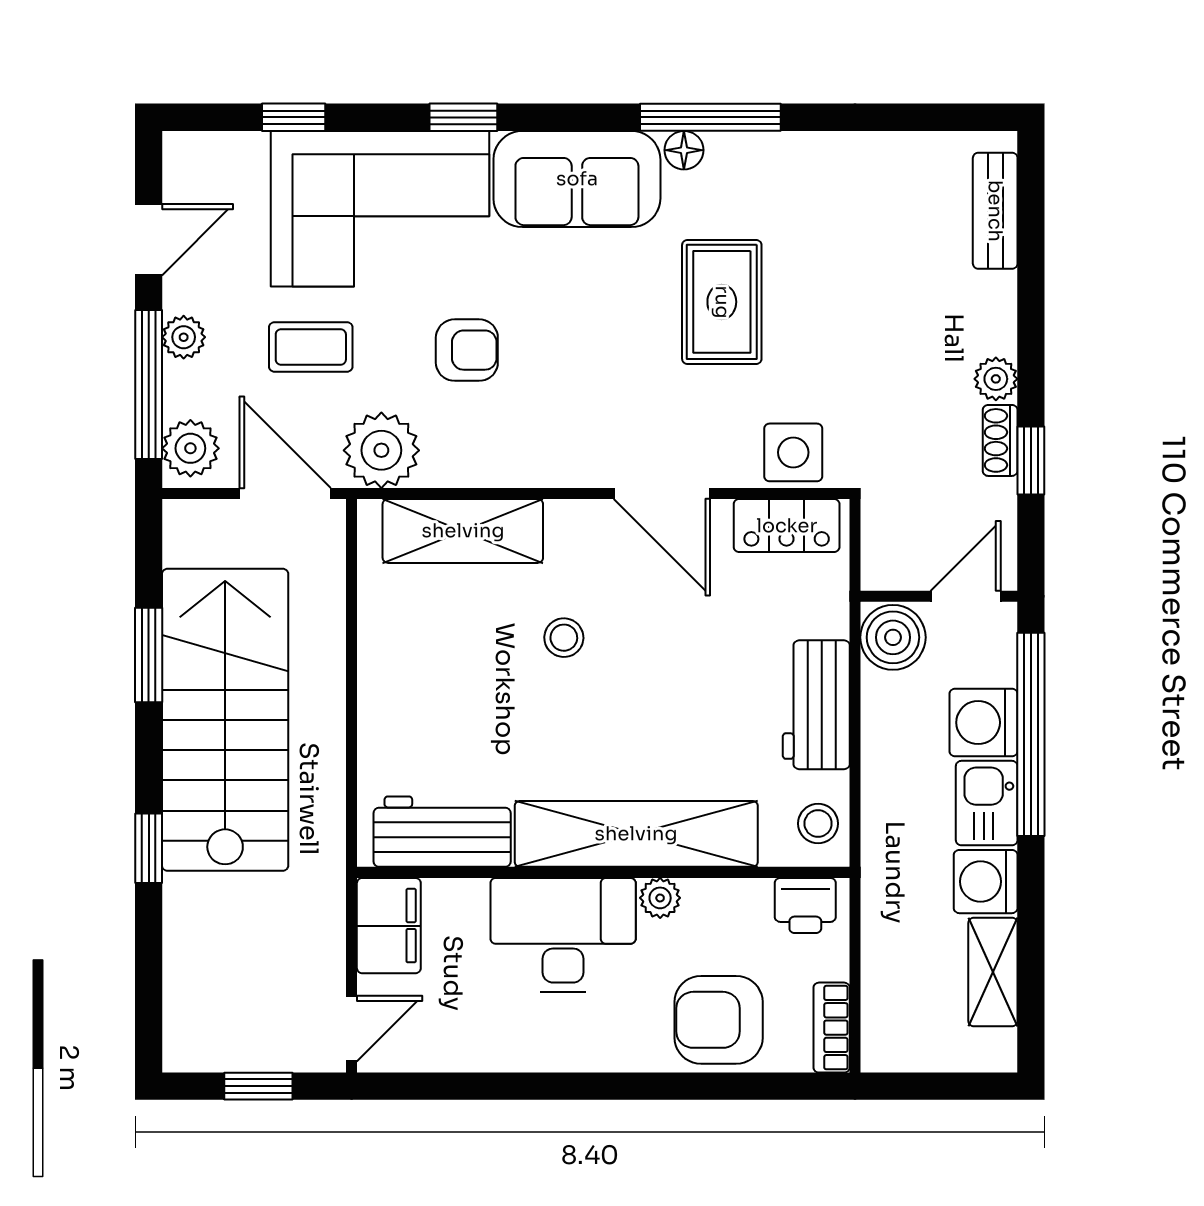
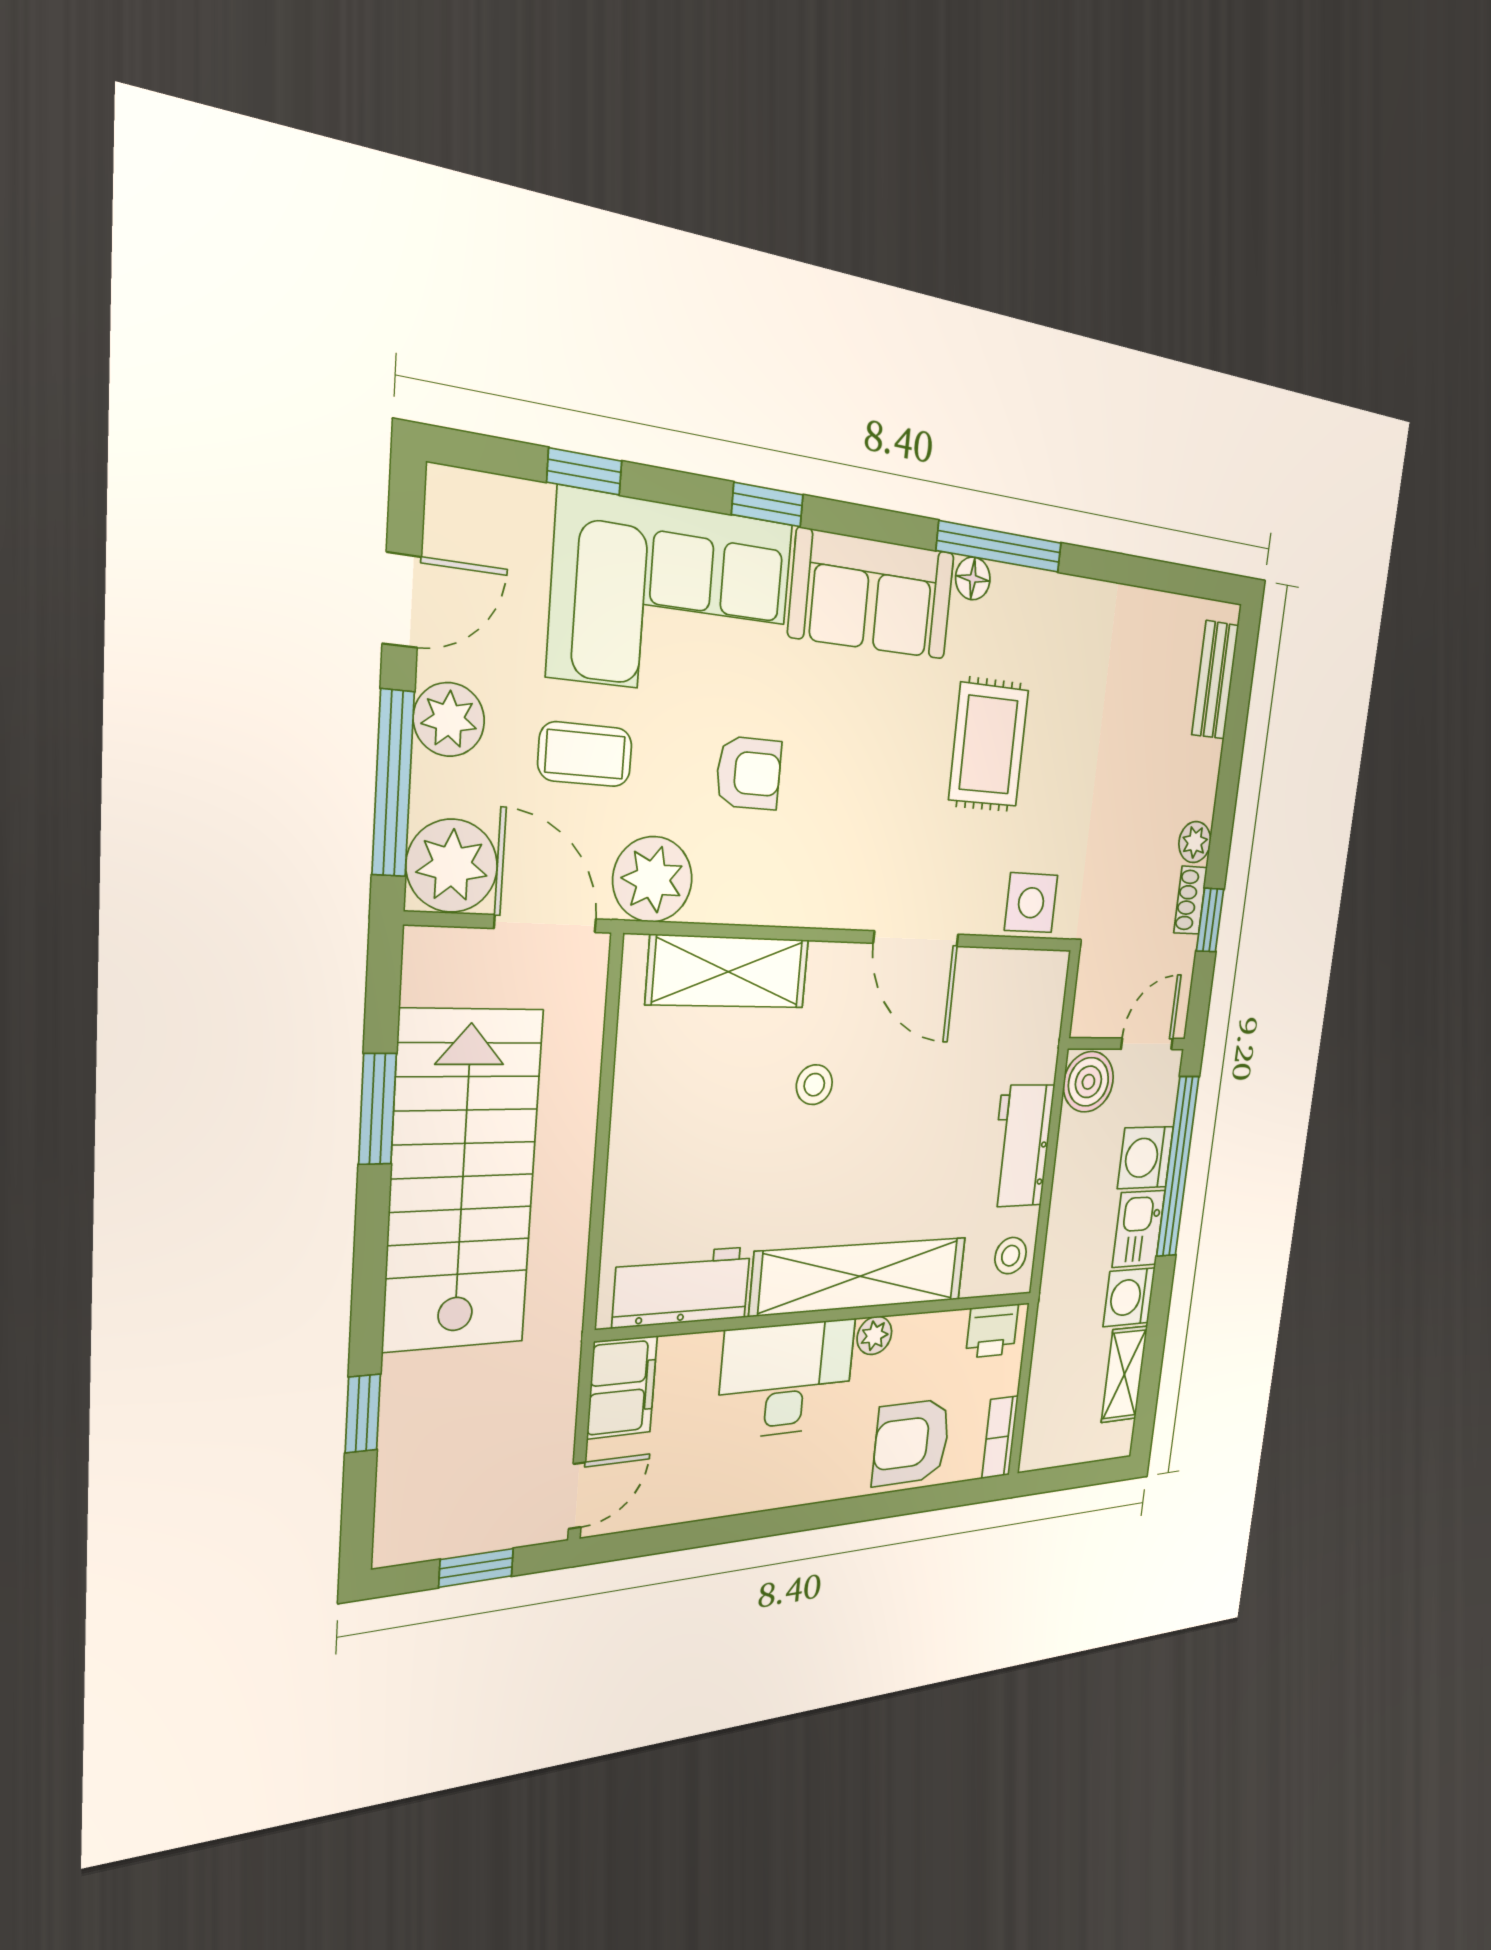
plant: (184, 337) -> (449, 720), width x1.38, depth x1.38
plant: (190, 448) -> (452, 866), width x1.36, depth x1.36
locker: (787, 526) -> (1018, 974), removed
window: (149, 848) -> (363, 1414), moved

